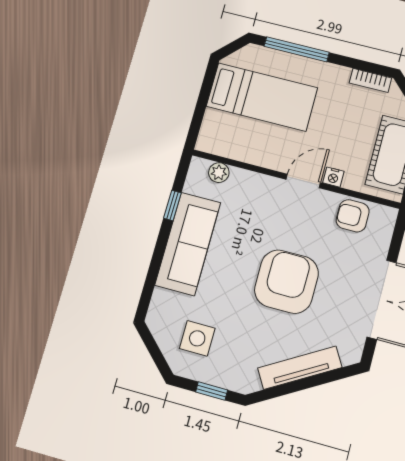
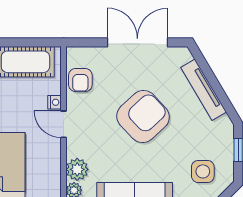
plant: (243, 183) -> (77, 169), added
armchair: (286, 282) -> (143, 117), turned 137

